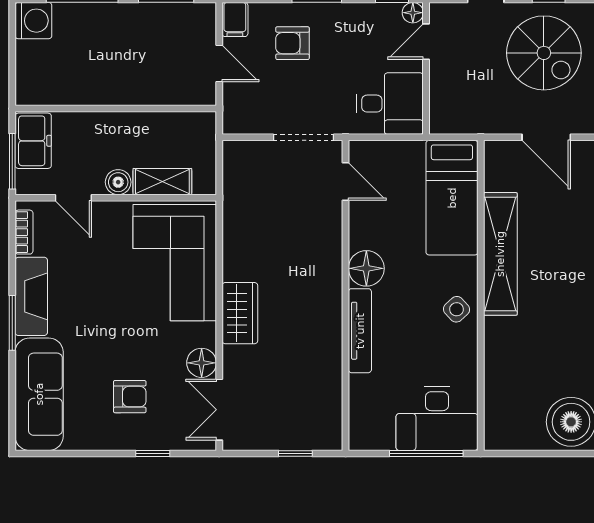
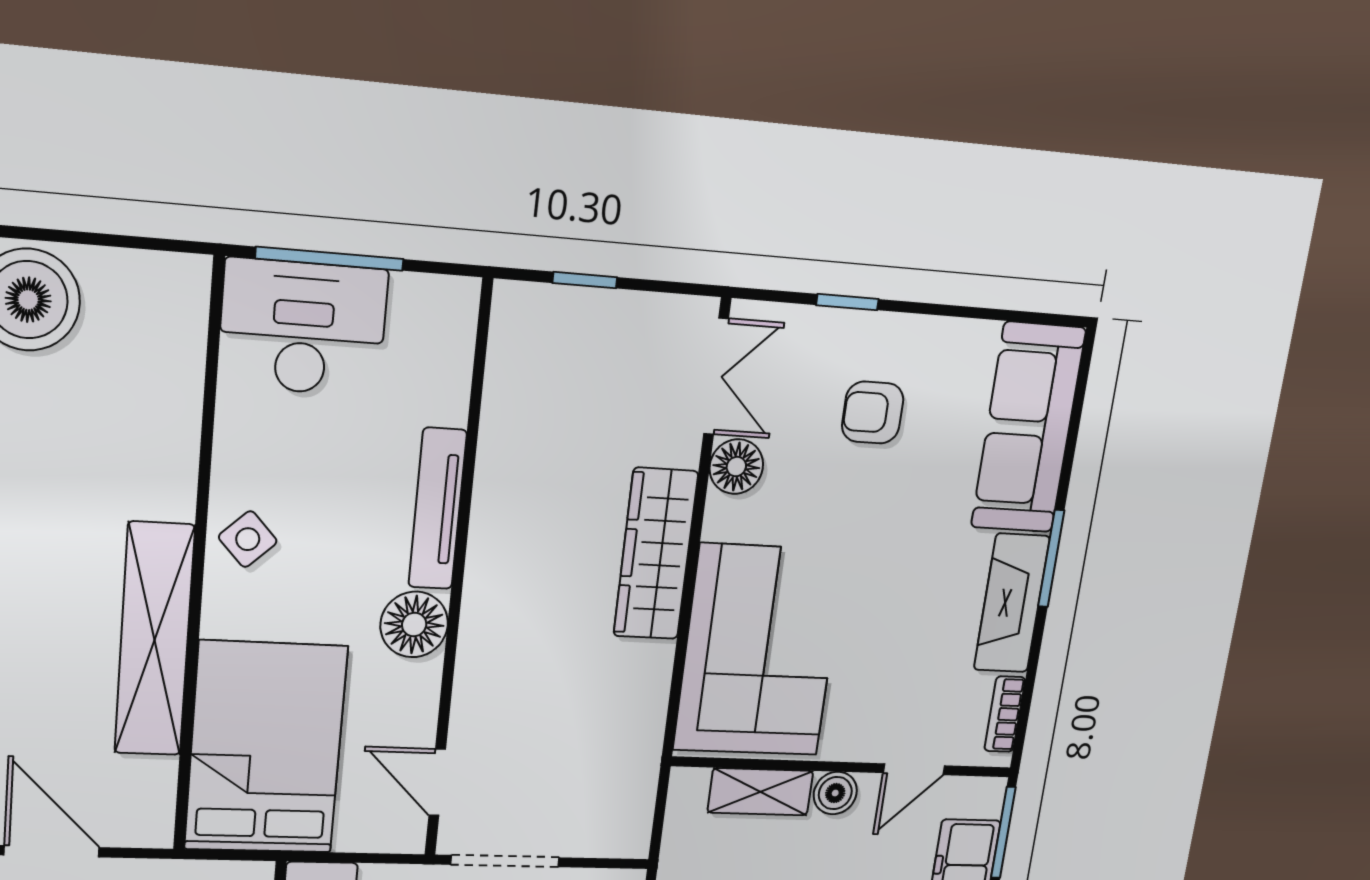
door: (73, 198) -> (914, 769), swing flipped
bed: (452, 198) -> (266, 748), width x1.50
wardrobe: (240, 313) -> (656, 554), width x1.50

